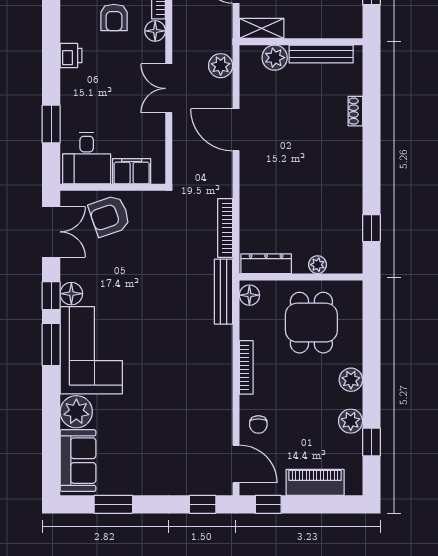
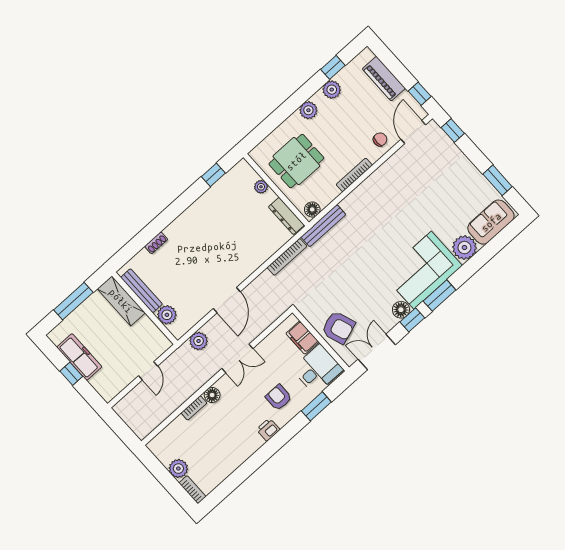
armchair: (114, 17) -> (279, 397), moved, turned -90
shelving: (262, 28) -> (121, 301), moved, width x1.50, depth x1.33

